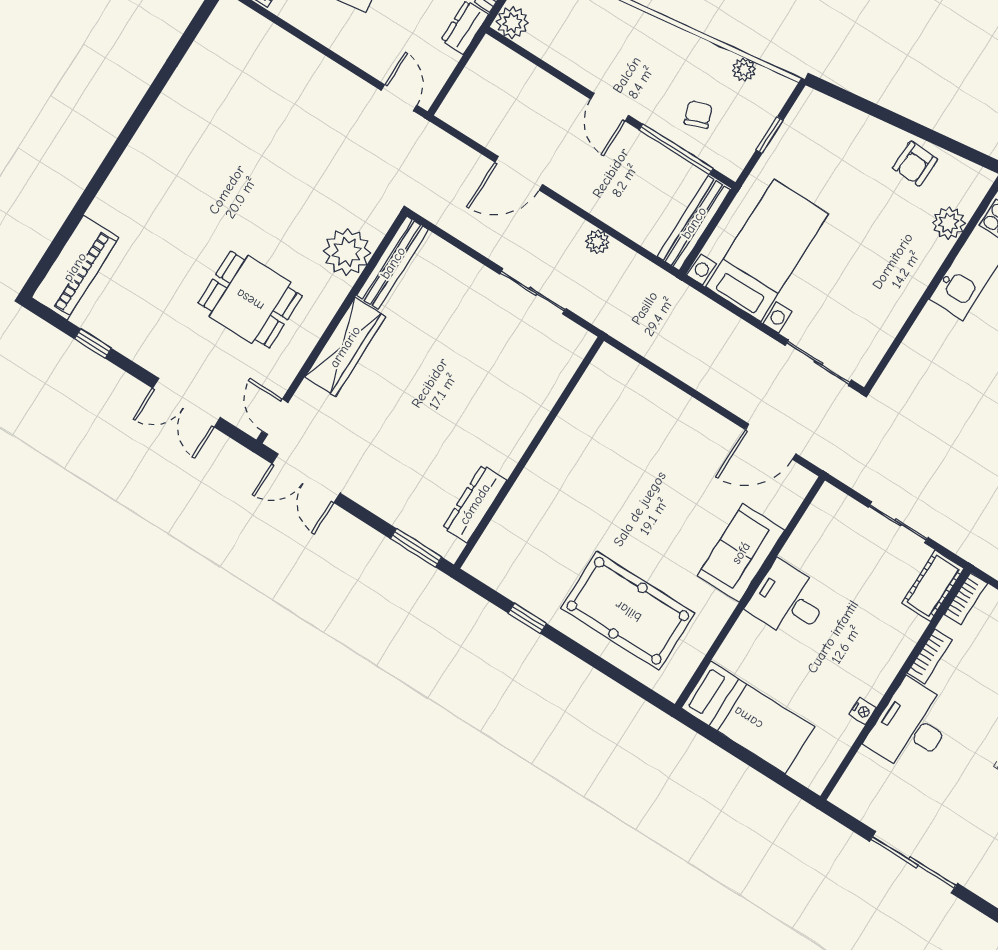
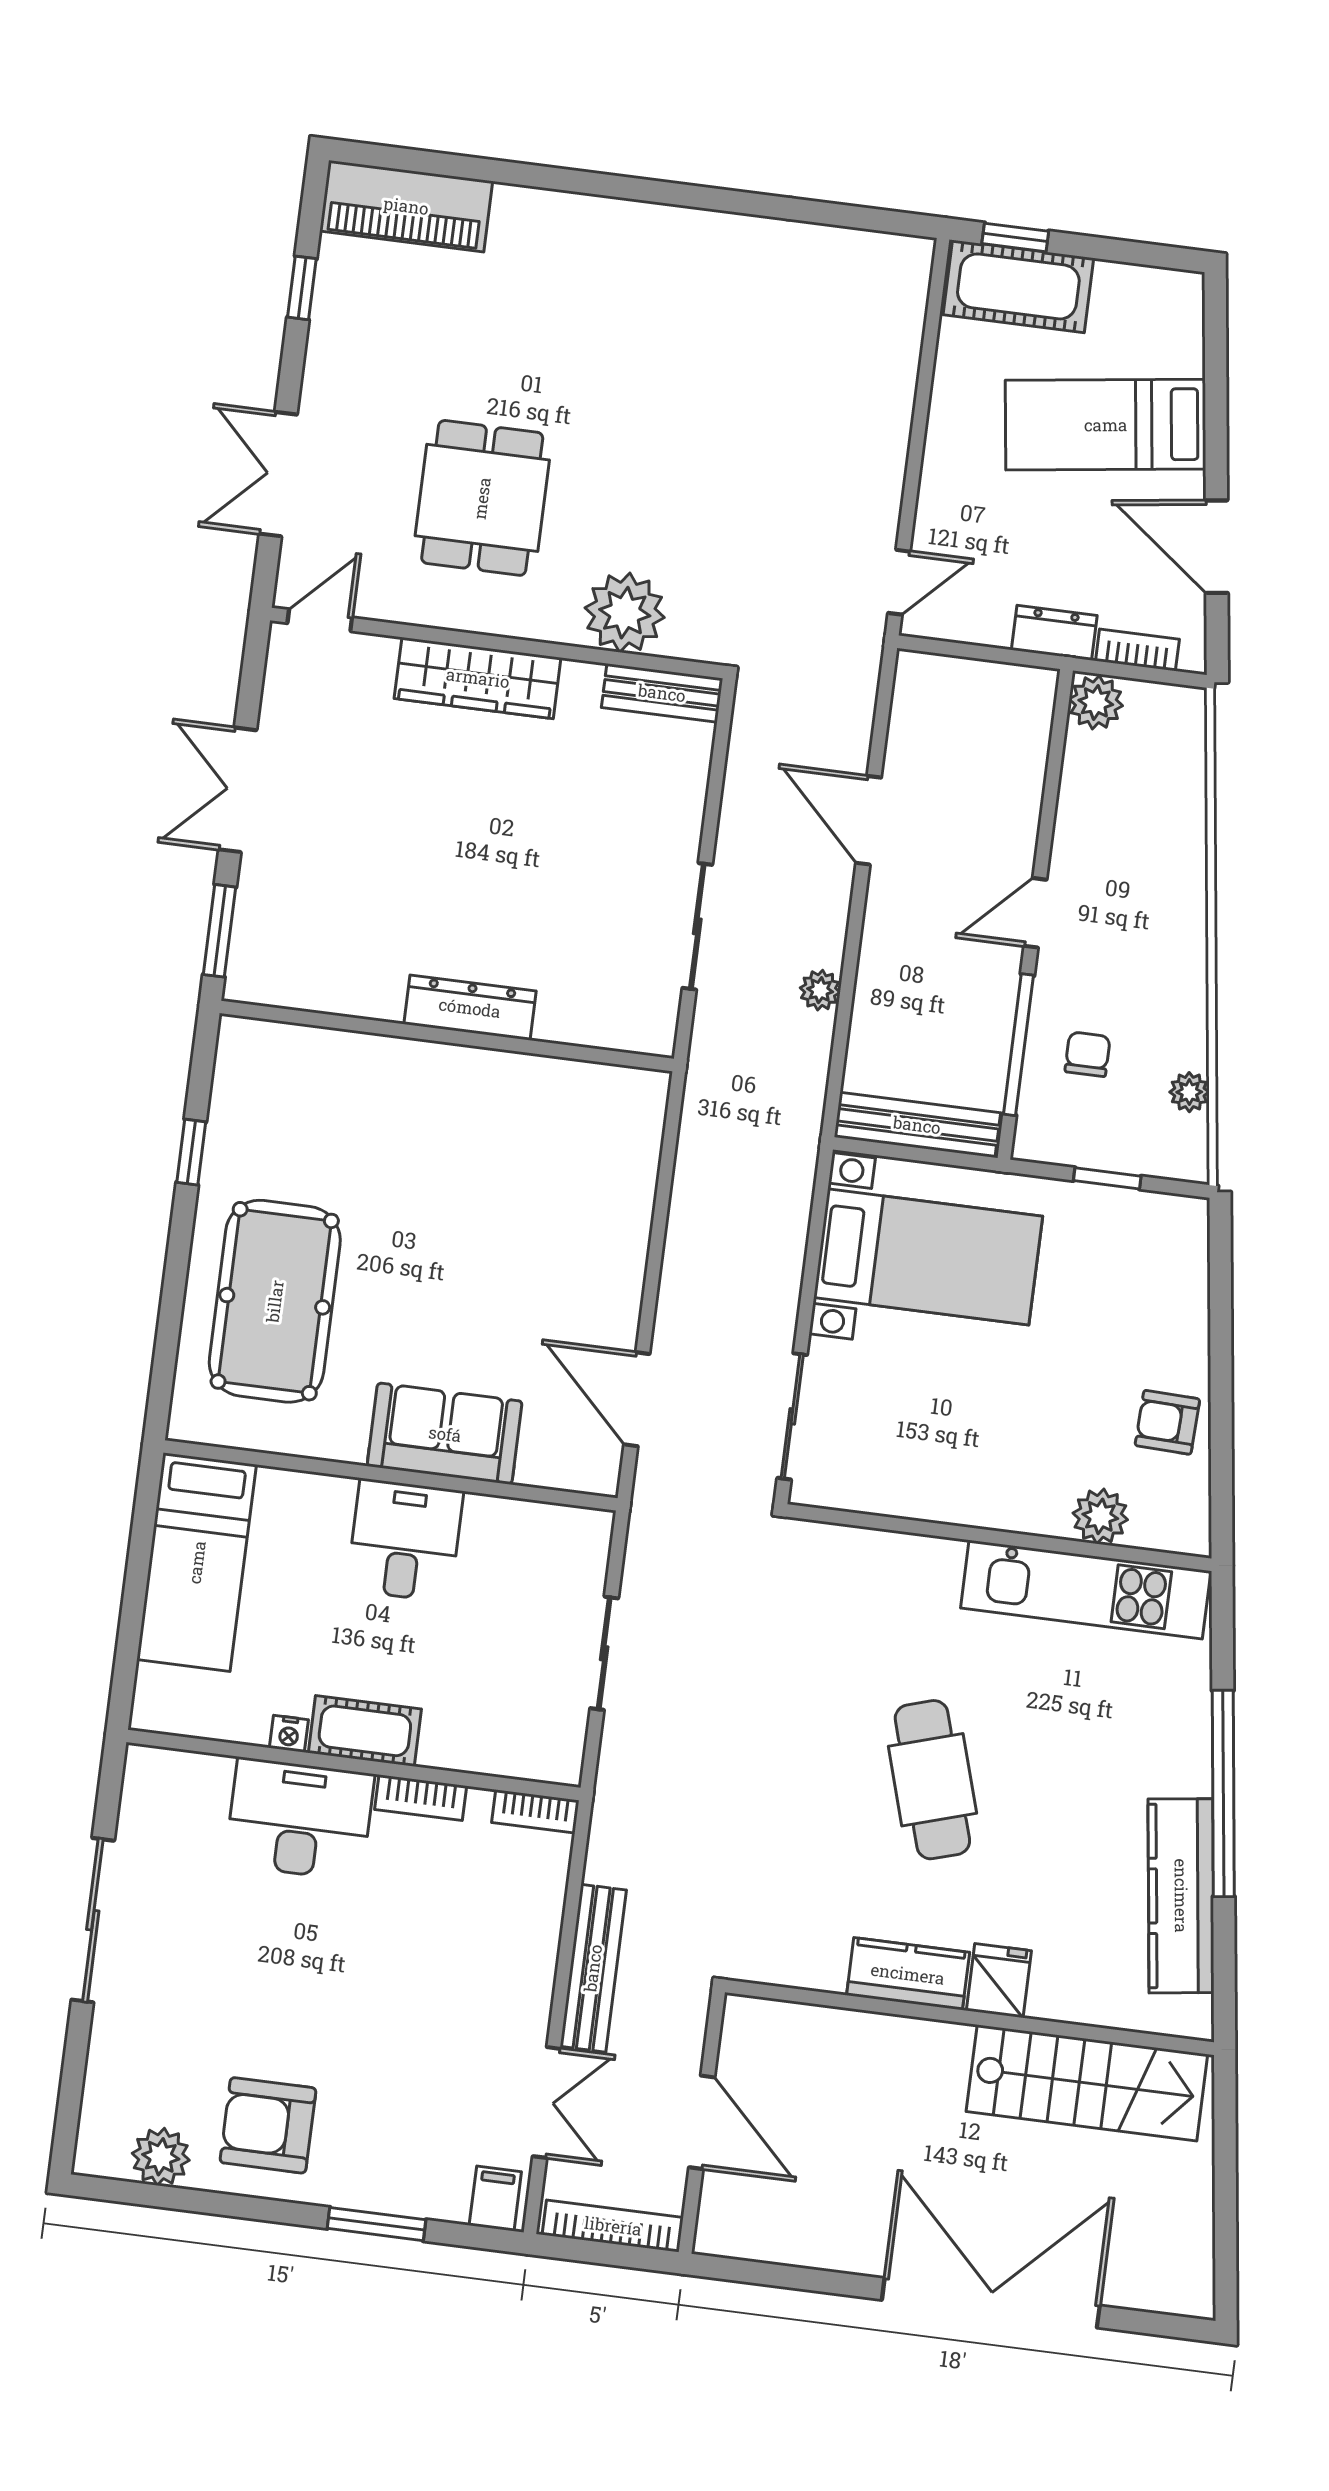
chair: (698, 115) -> (1088, 1054), turned -70
bench: (393, 263) -> (662, 693), width x0.73
double door: (306, 478) -> (238, 790), moved
dresser: (475, 504) -> (470, 1008), moved
cot: (933, 586) -> (365, 1731), moved

